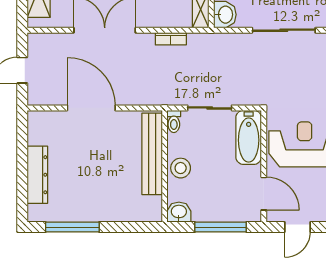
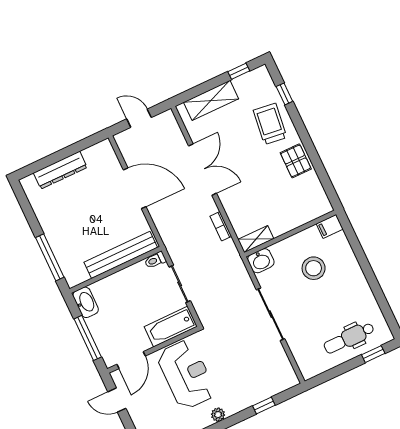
door: (91, 108) -> (135, 188), hinge flipped
stool: (181, 168) -> (120, 283), removed
washbasin: (179, 212) -> (86, 302), width x1.38
window: (72, 227) -> (50, 257), moved

